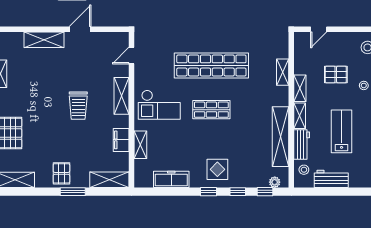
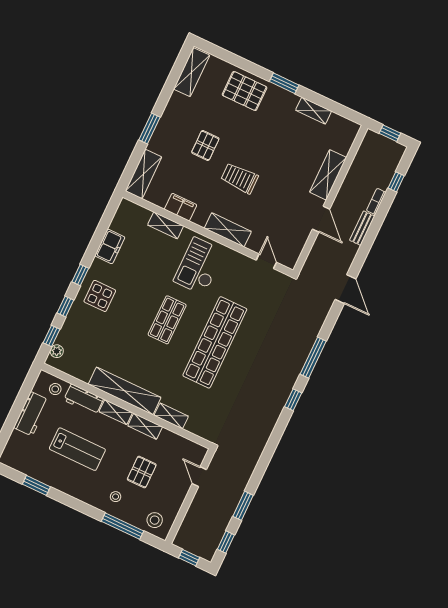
shelving: (280, 137) -> (125, 391), moved
pallet: (61, 173) -> (205, 145), moved, turned 90
freezer: (171, 179) -> (110, 246), width x0.71

